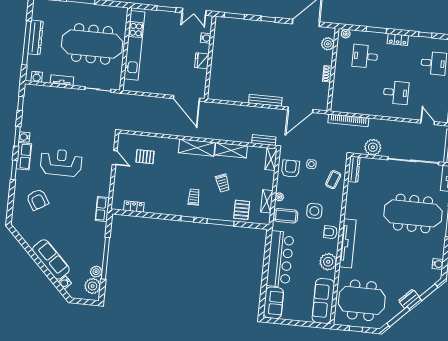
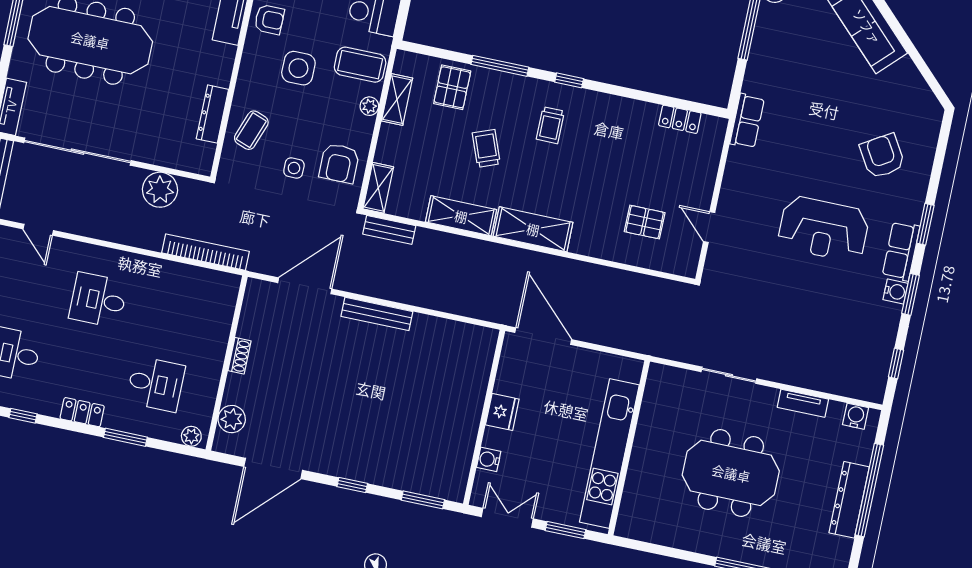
meeting table: (92, 44) -> (731, 473), width x0.73
kitchen unit: (134, 45) -> (609, 454), moved
wall: (125, 49) -> (629, 448), moved
dresser: (354, 169) -> (212, 114), moved

